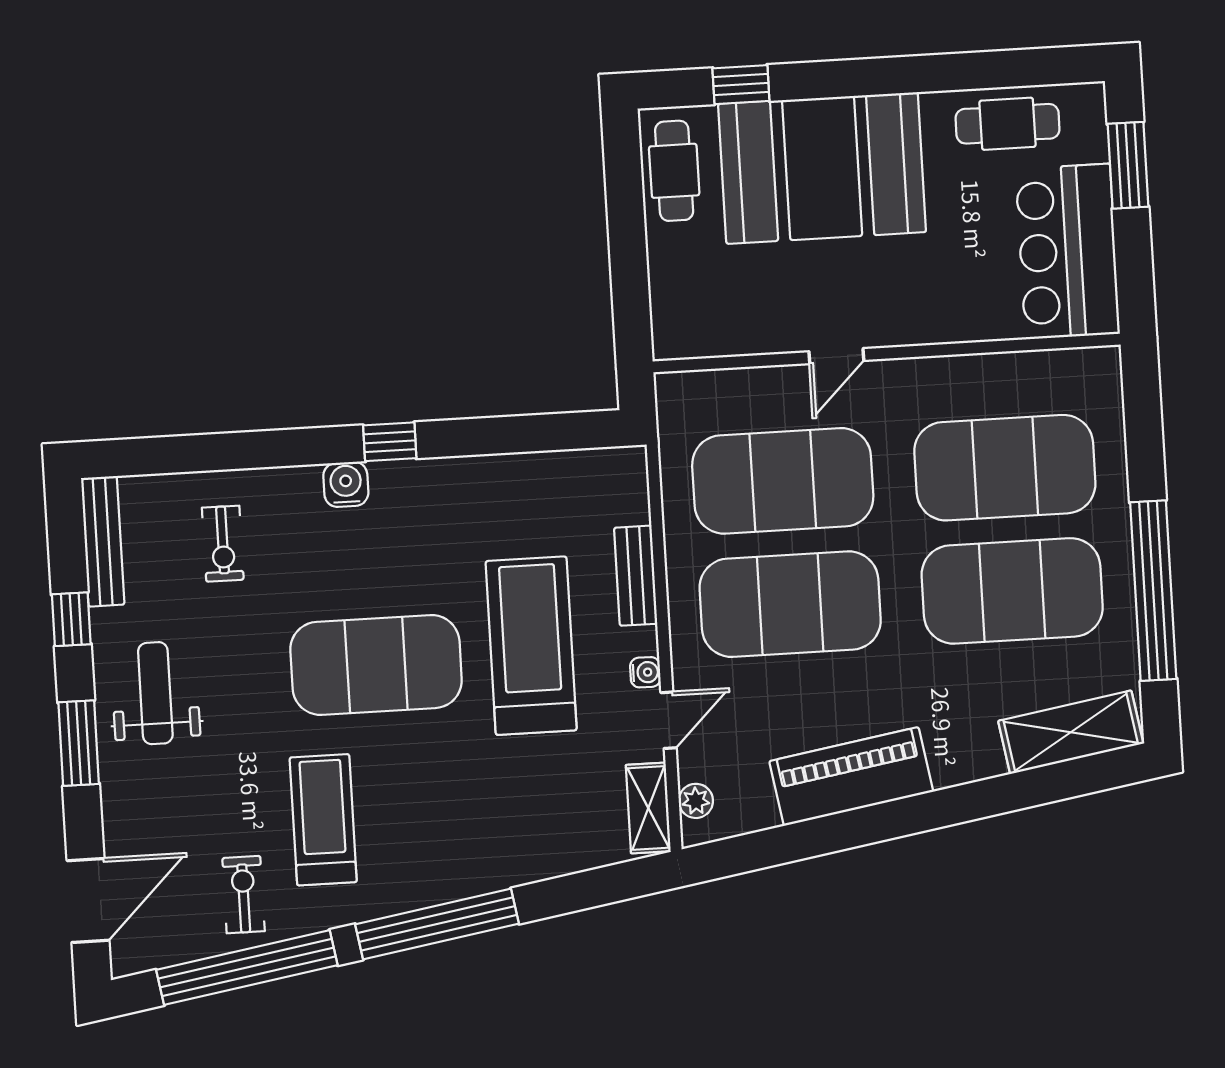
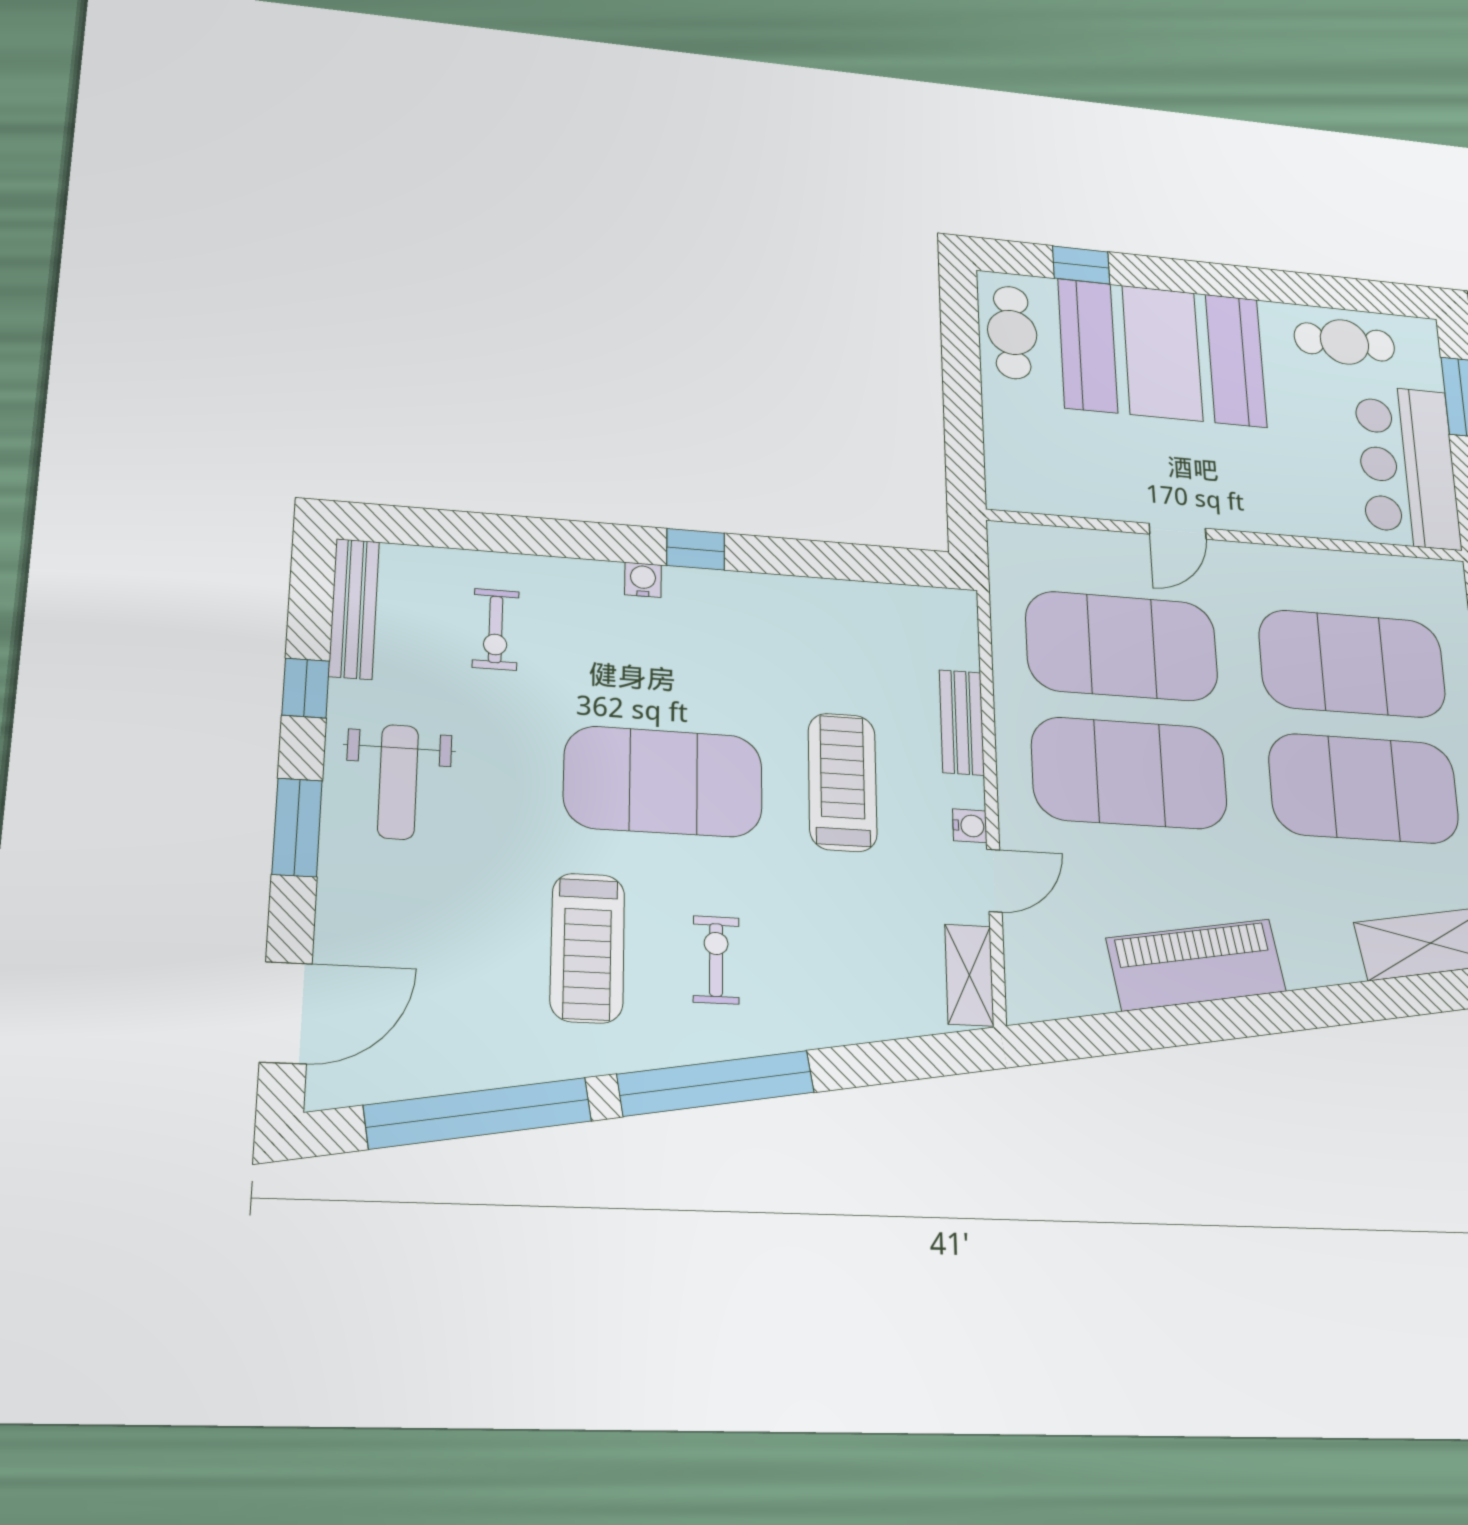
water cooler: (346, 484) -> (643, 580), width x0.72, depth x0.72
treadmill: (531, 646) -> (843, 782), width x0.73, depth x0.73
weight bench: (155, 693) -> (398, 782), turned 180
plant: (696, 801) -> (1023, 973), removed
treadmill: (323, 820) -> (587, 948), turned 180
exercise bike: (244, 895) -> (716, 960), moved

